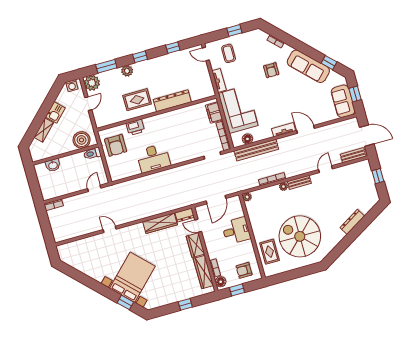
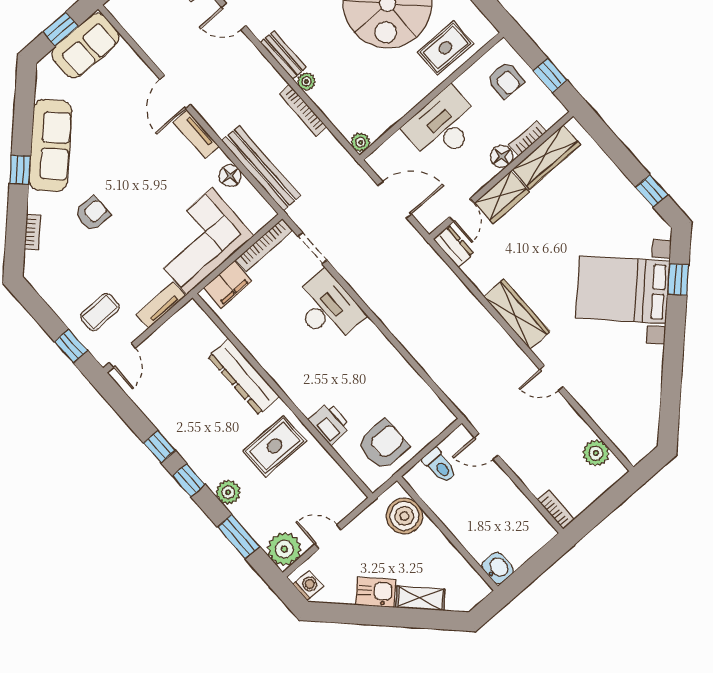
window: (234, 30) -> (71, 346), moved
window: (173, 48) -> (159, 447), moved
window: (329, 63) -> (20, 170), moved
rug: (137, 100) -> (275, 446), turned 90
floor lamp: (247, 139) -> (230, 176), moved
toilet: (92, 153) -> (440, 466), moved
desk: (153, 158) -> (327, 308), moved
washbasin: (53, 165) -> (498, 568), moved
wardrobe: (160, 223) -> (517, 314), moved
door: (110, 229) -> (551, 378), hinge flipped
desk: (236, 231) -> (443, 126), width x1.37
plant: (69, 233) -> (596, 453), added
floor lamp: (221, 282) -> (502, 156), moved
window: (185, 304) -> (652, 191), moved

